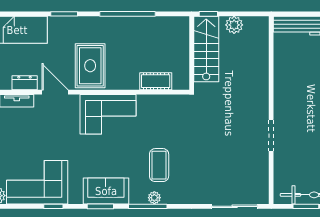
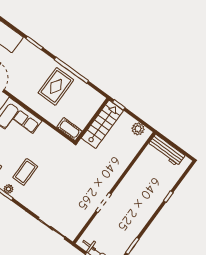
plant: (234, 25) -> (138, 129), moved
rug: (90, 66) -> (56, 86), moved
cot: (156, 81) -> (69, 129), moved

